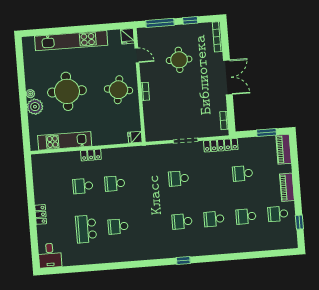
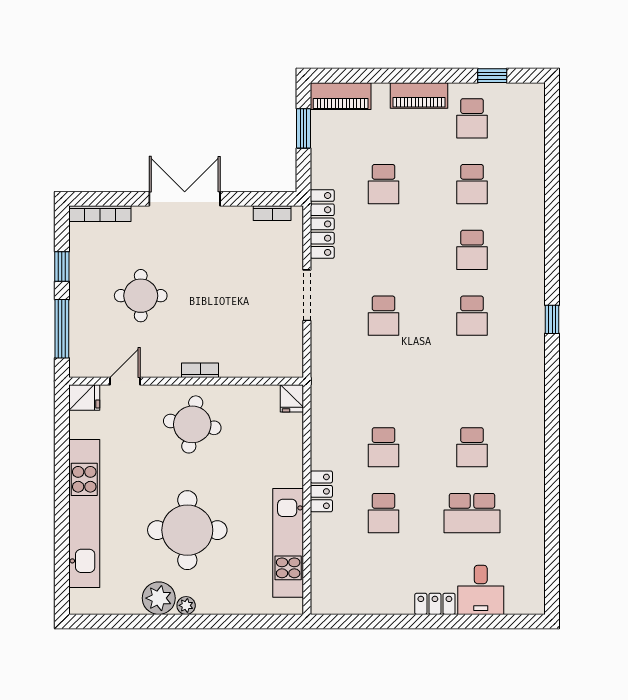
plant: (35, 107) -> (159, 598), moved
desk: (50, 255) -> (481, 590), moved, turned 90

